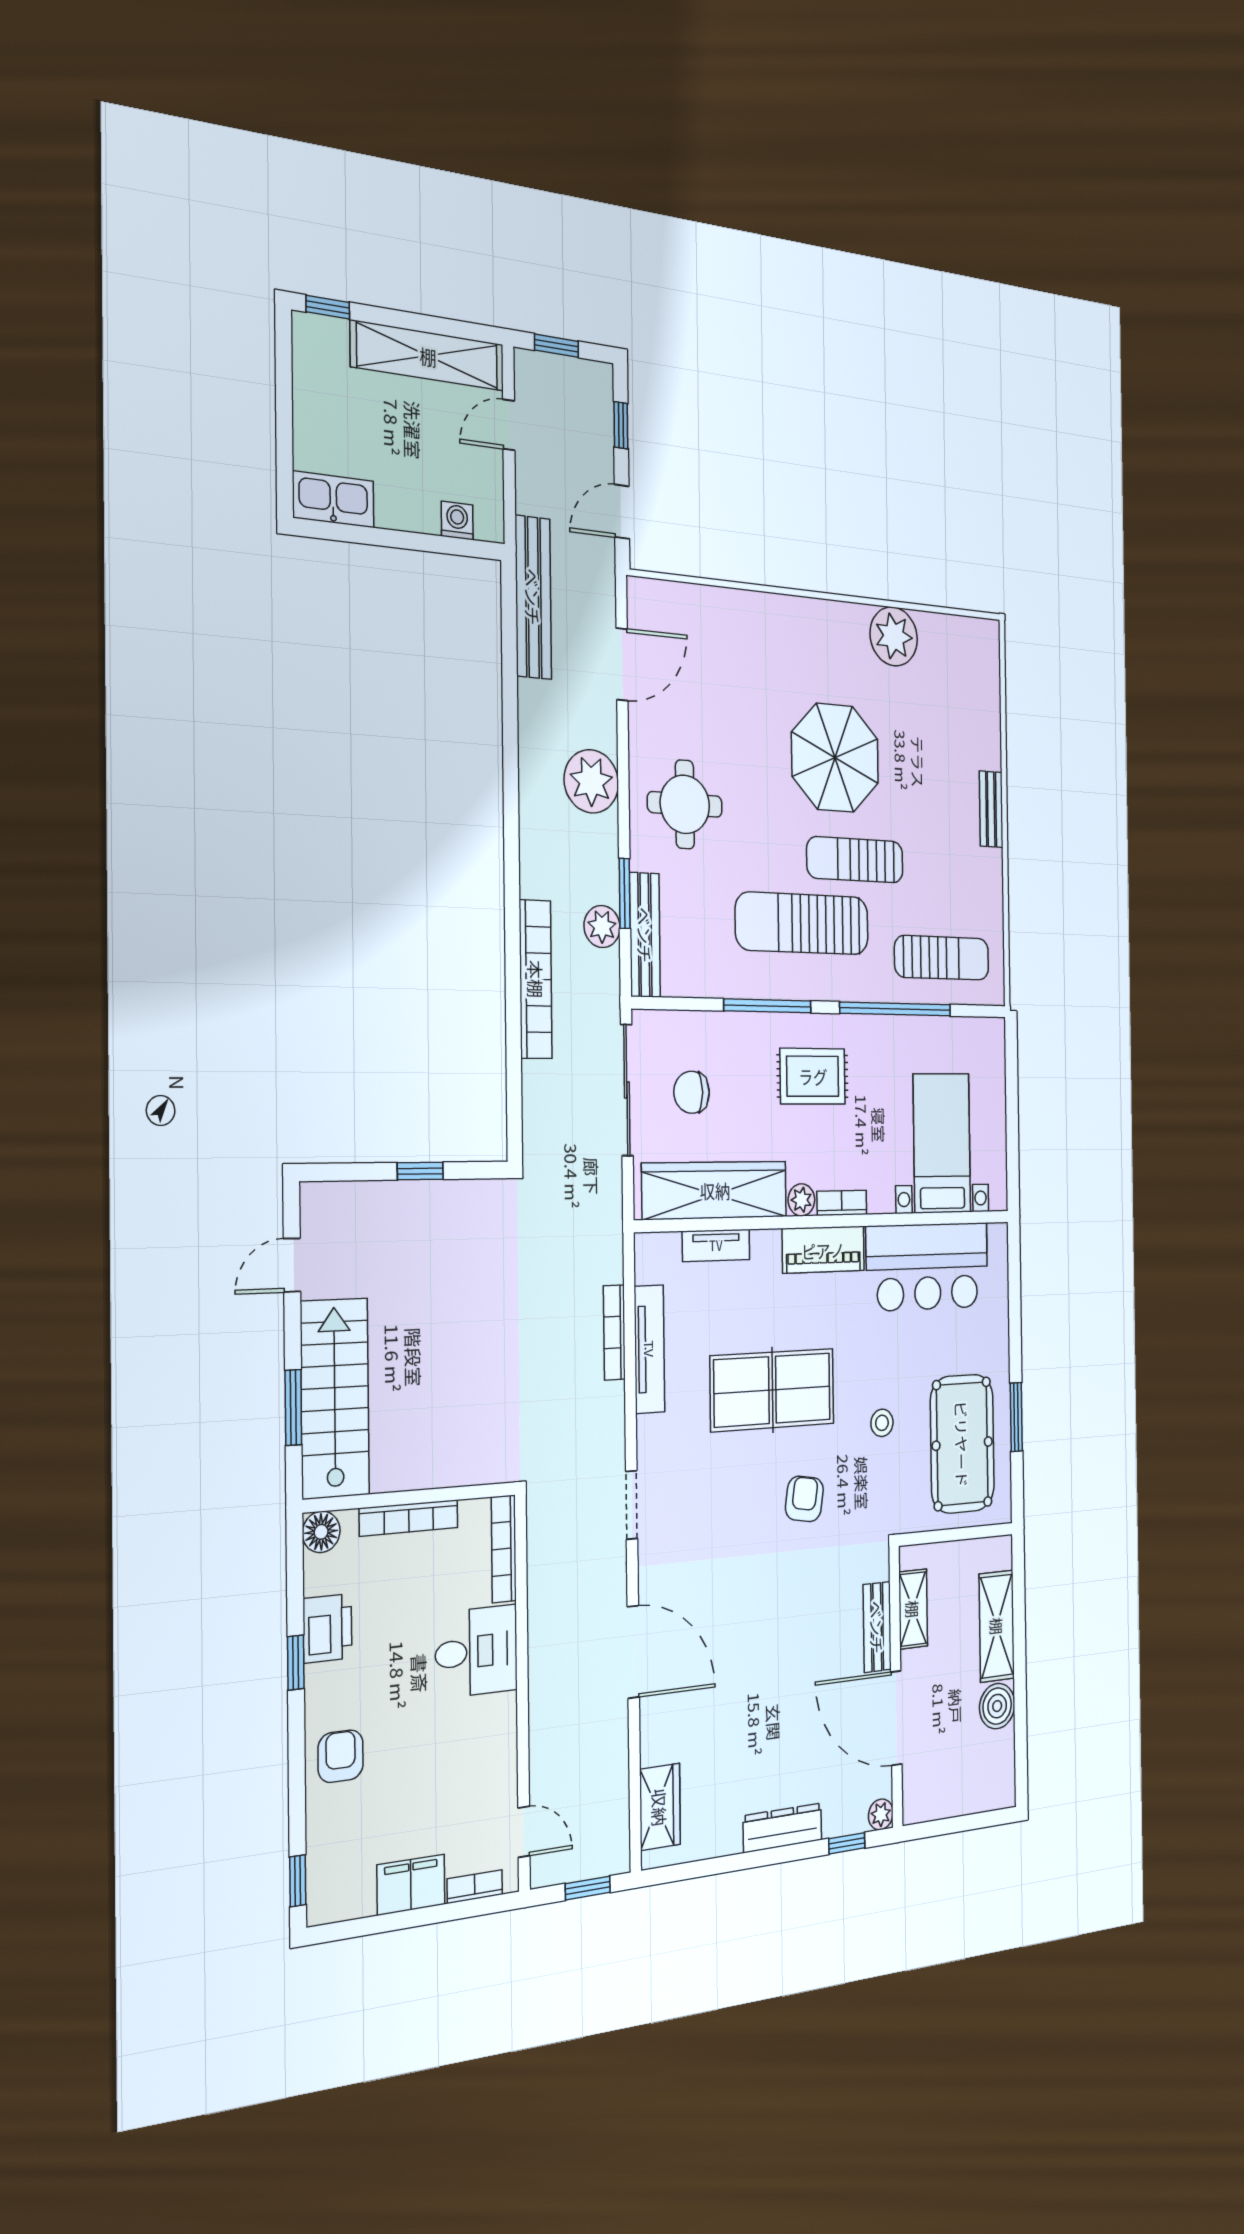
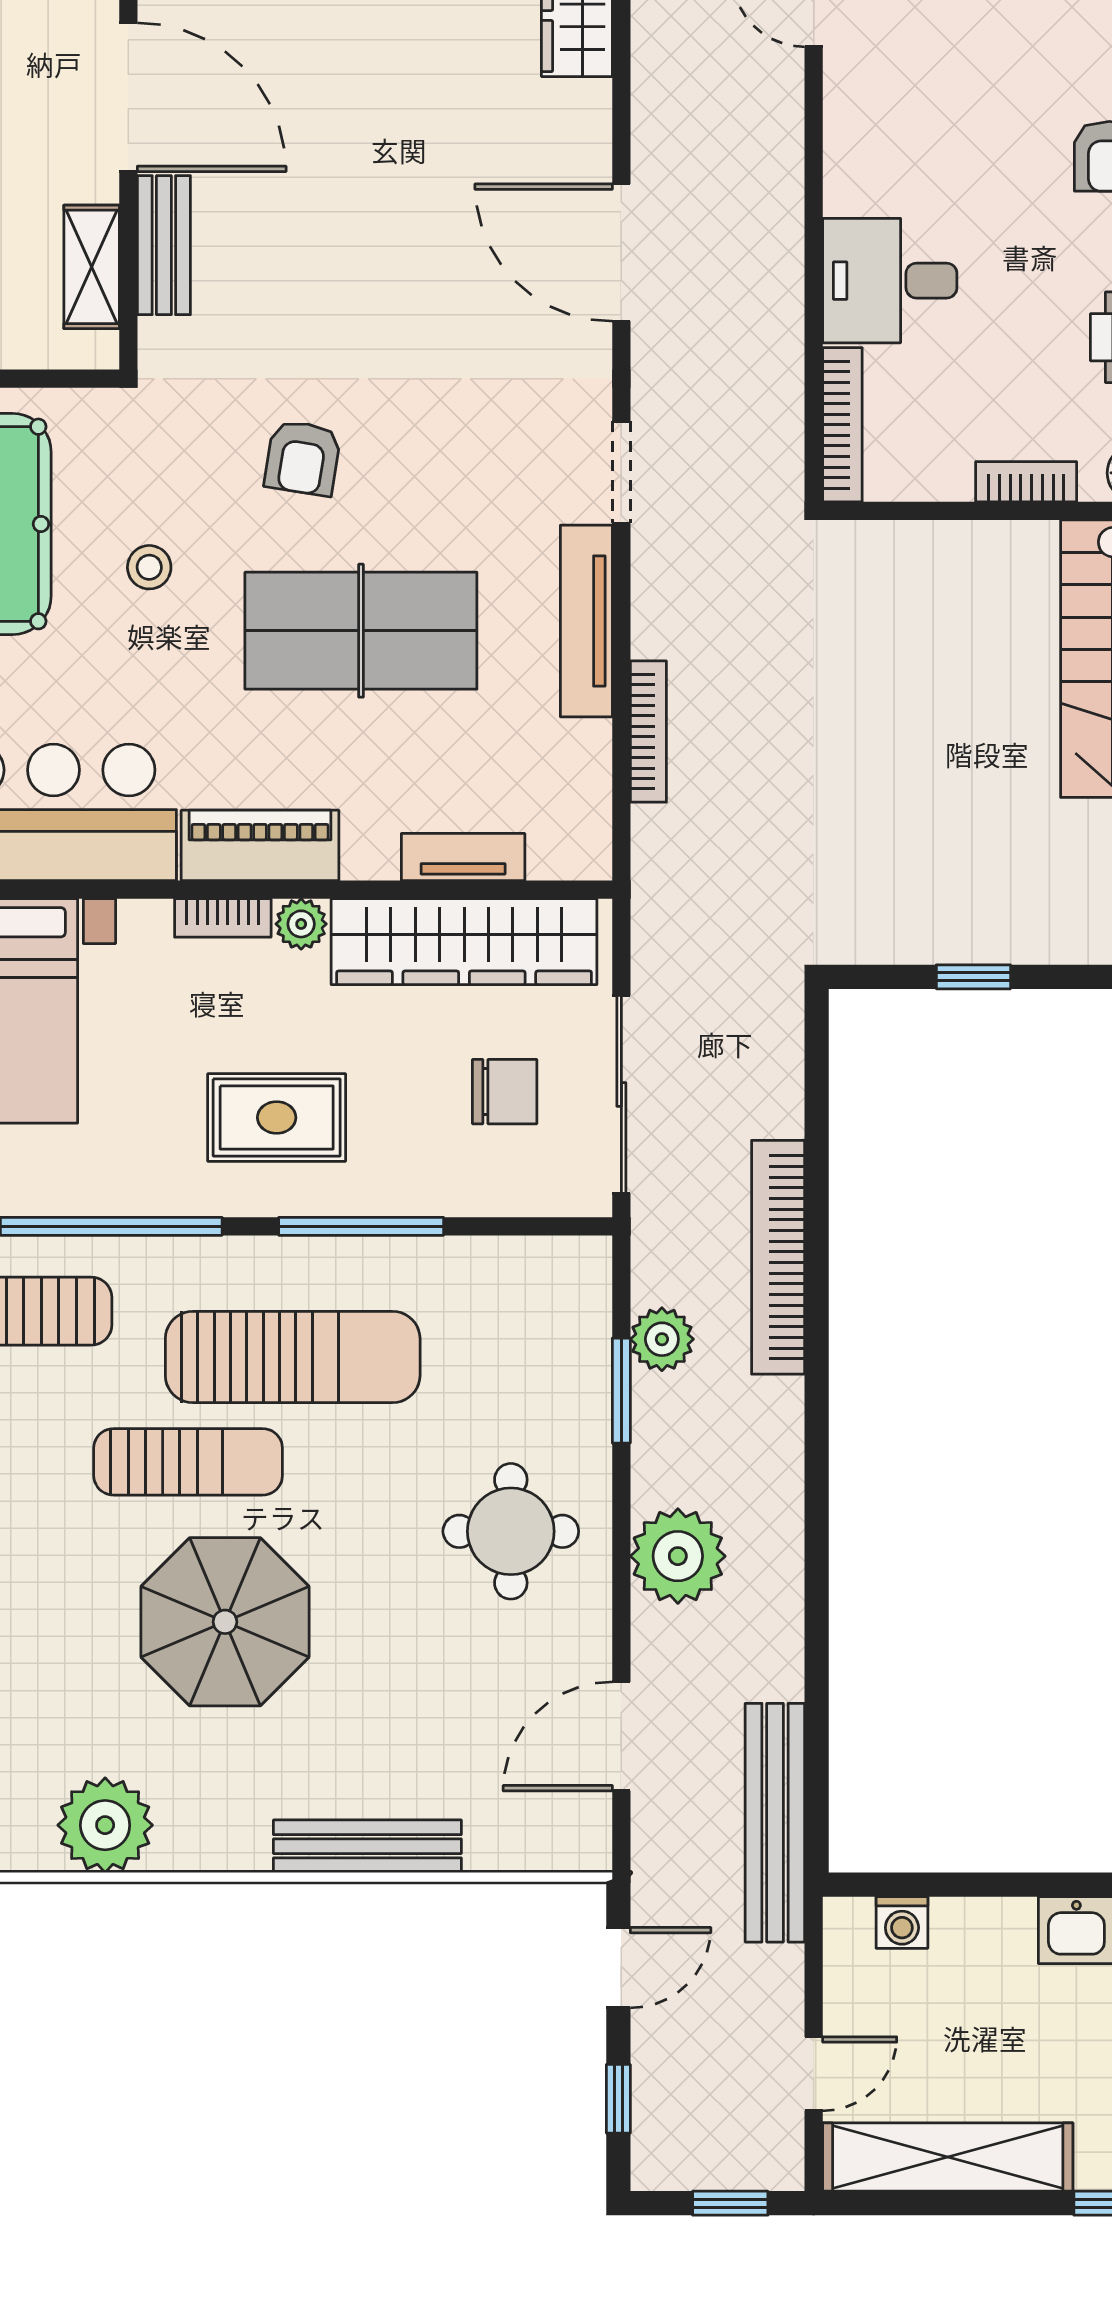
bench: (645, 935) -> (367, 1846), moved, turned 90
tv unit: (649, 1349) -> (586, 621), moved
bookcase: (409, 1518) -> (1026, 482), width x0.64

